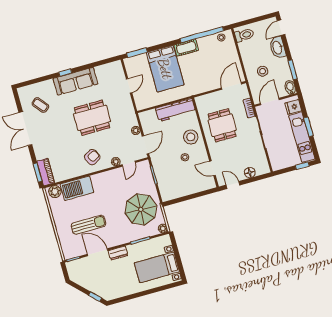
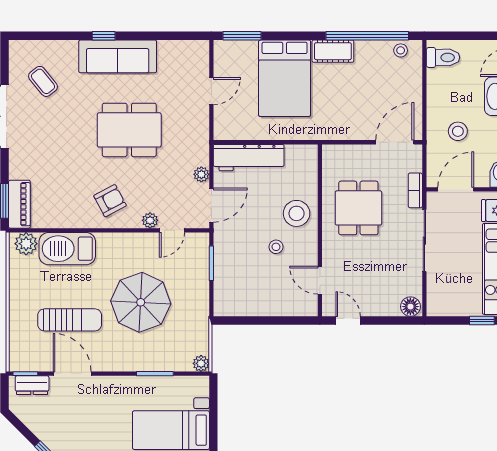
workbench: (175, 110) -> (249, 158), moved
floor lamp: (250, 173) -> (410, 307), moved
parasol: (141, 209) -> (141, 302), moved
dresser: (118, 253) -> (32, 385), moved

